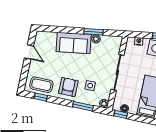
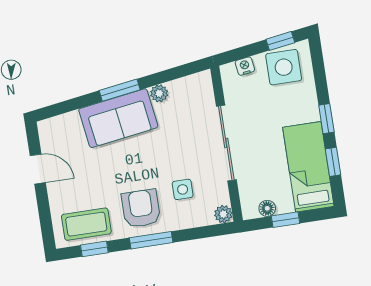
window: (93, 32) -> (120, 90), moved
window: (83, 106) -> (151, 240), moved
window: (121, 114) -> (285, 220), moved

